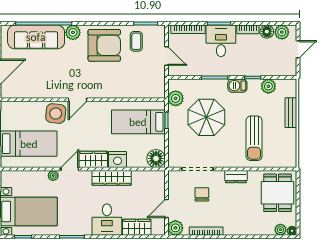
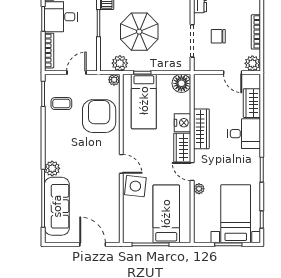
armchair: (104, 45) -> (99, 116), moved
plant: (159, 93) -> (114, 80), added

